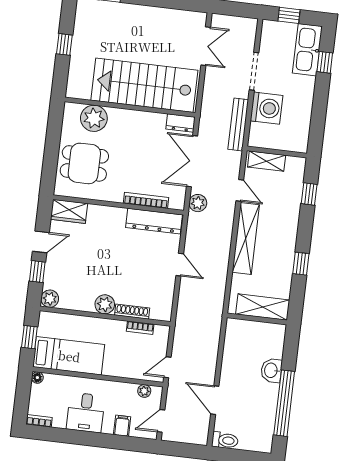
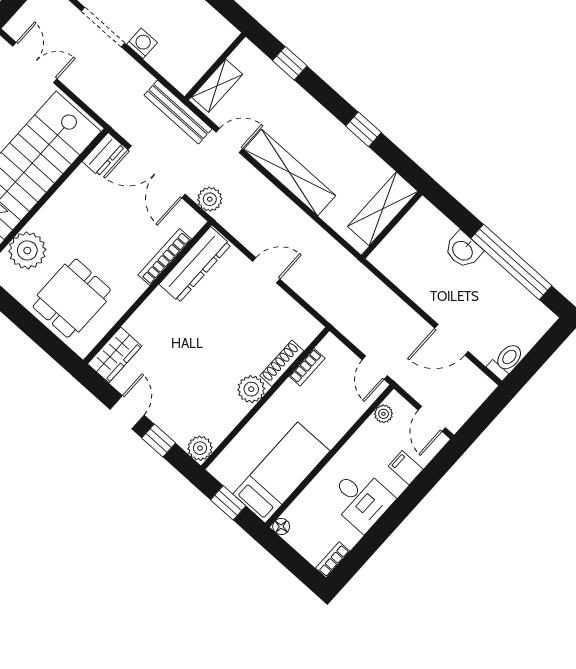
washing machine: (266, 108) -> (142, 43), width x0.53, depth x0.53
bench: (238, 124) -> (178, 112), moved

